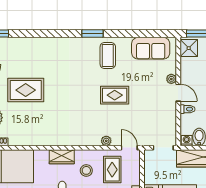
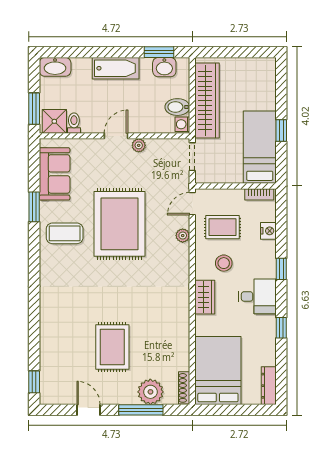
window: (93, 33) -> (34, 207), moved
plant: (171, 79) -> (139, 145), moved
rug: (115, 95) -> (119, 224), width x1.86, depth x2.06
toilet: (187, 109) -> (74, 123), moved

